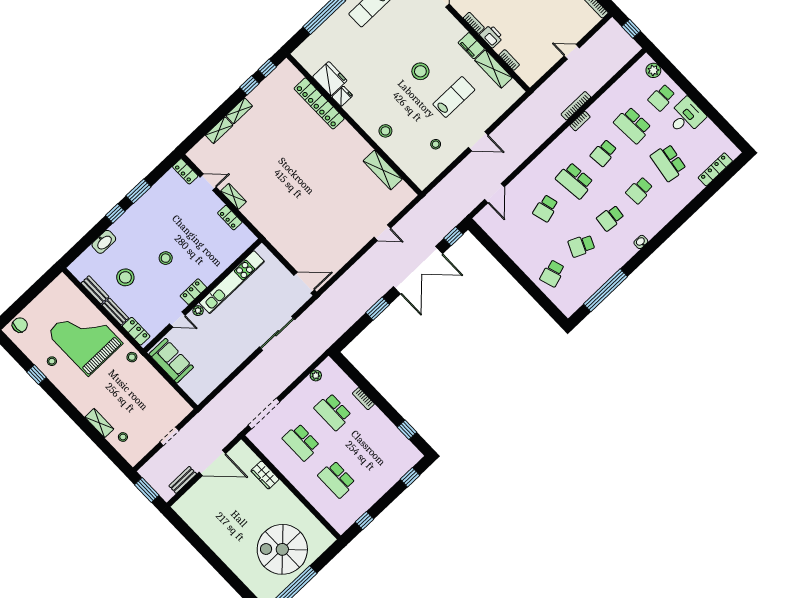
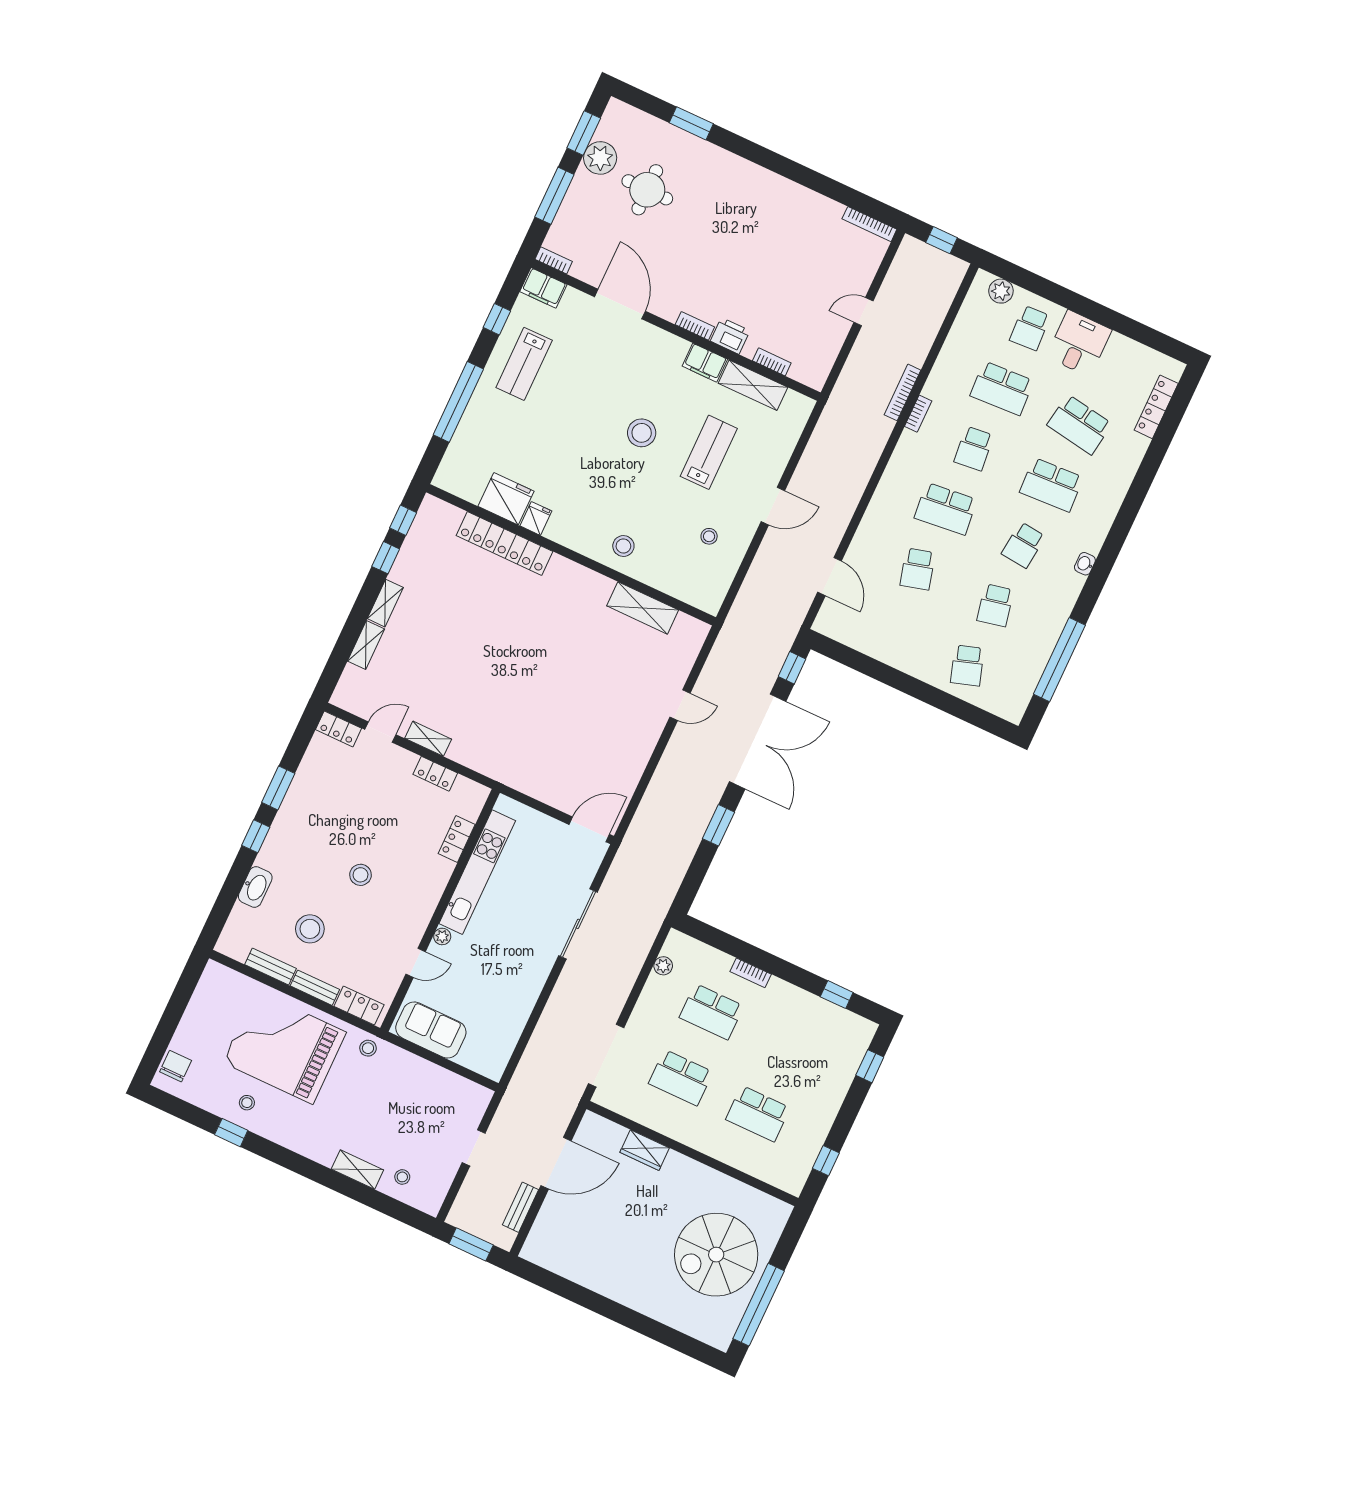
school desk: (639, 190) -> (1052, 485), width x1.85
school desk: (581, 246) -> (995, 605), turned -36
locker: (193, 292) -> (457, 839), moved

